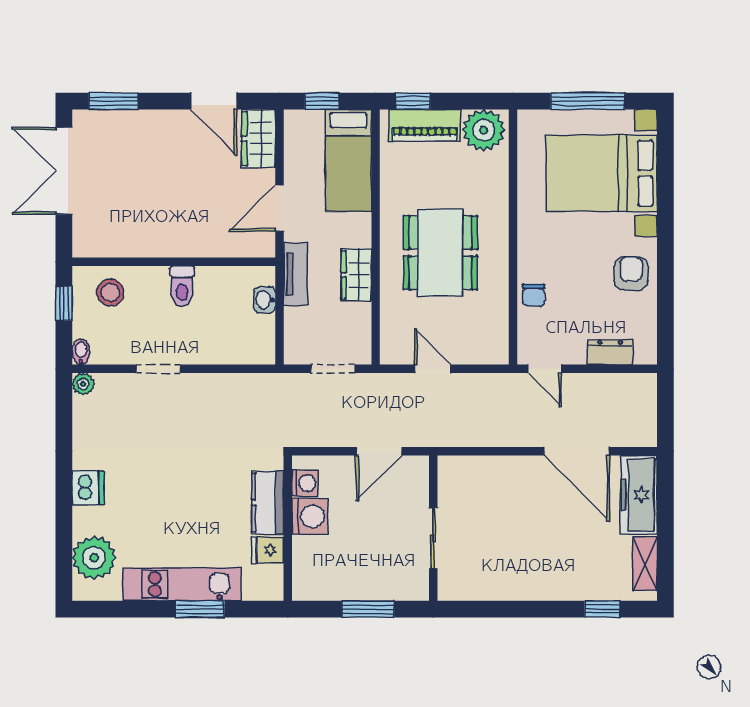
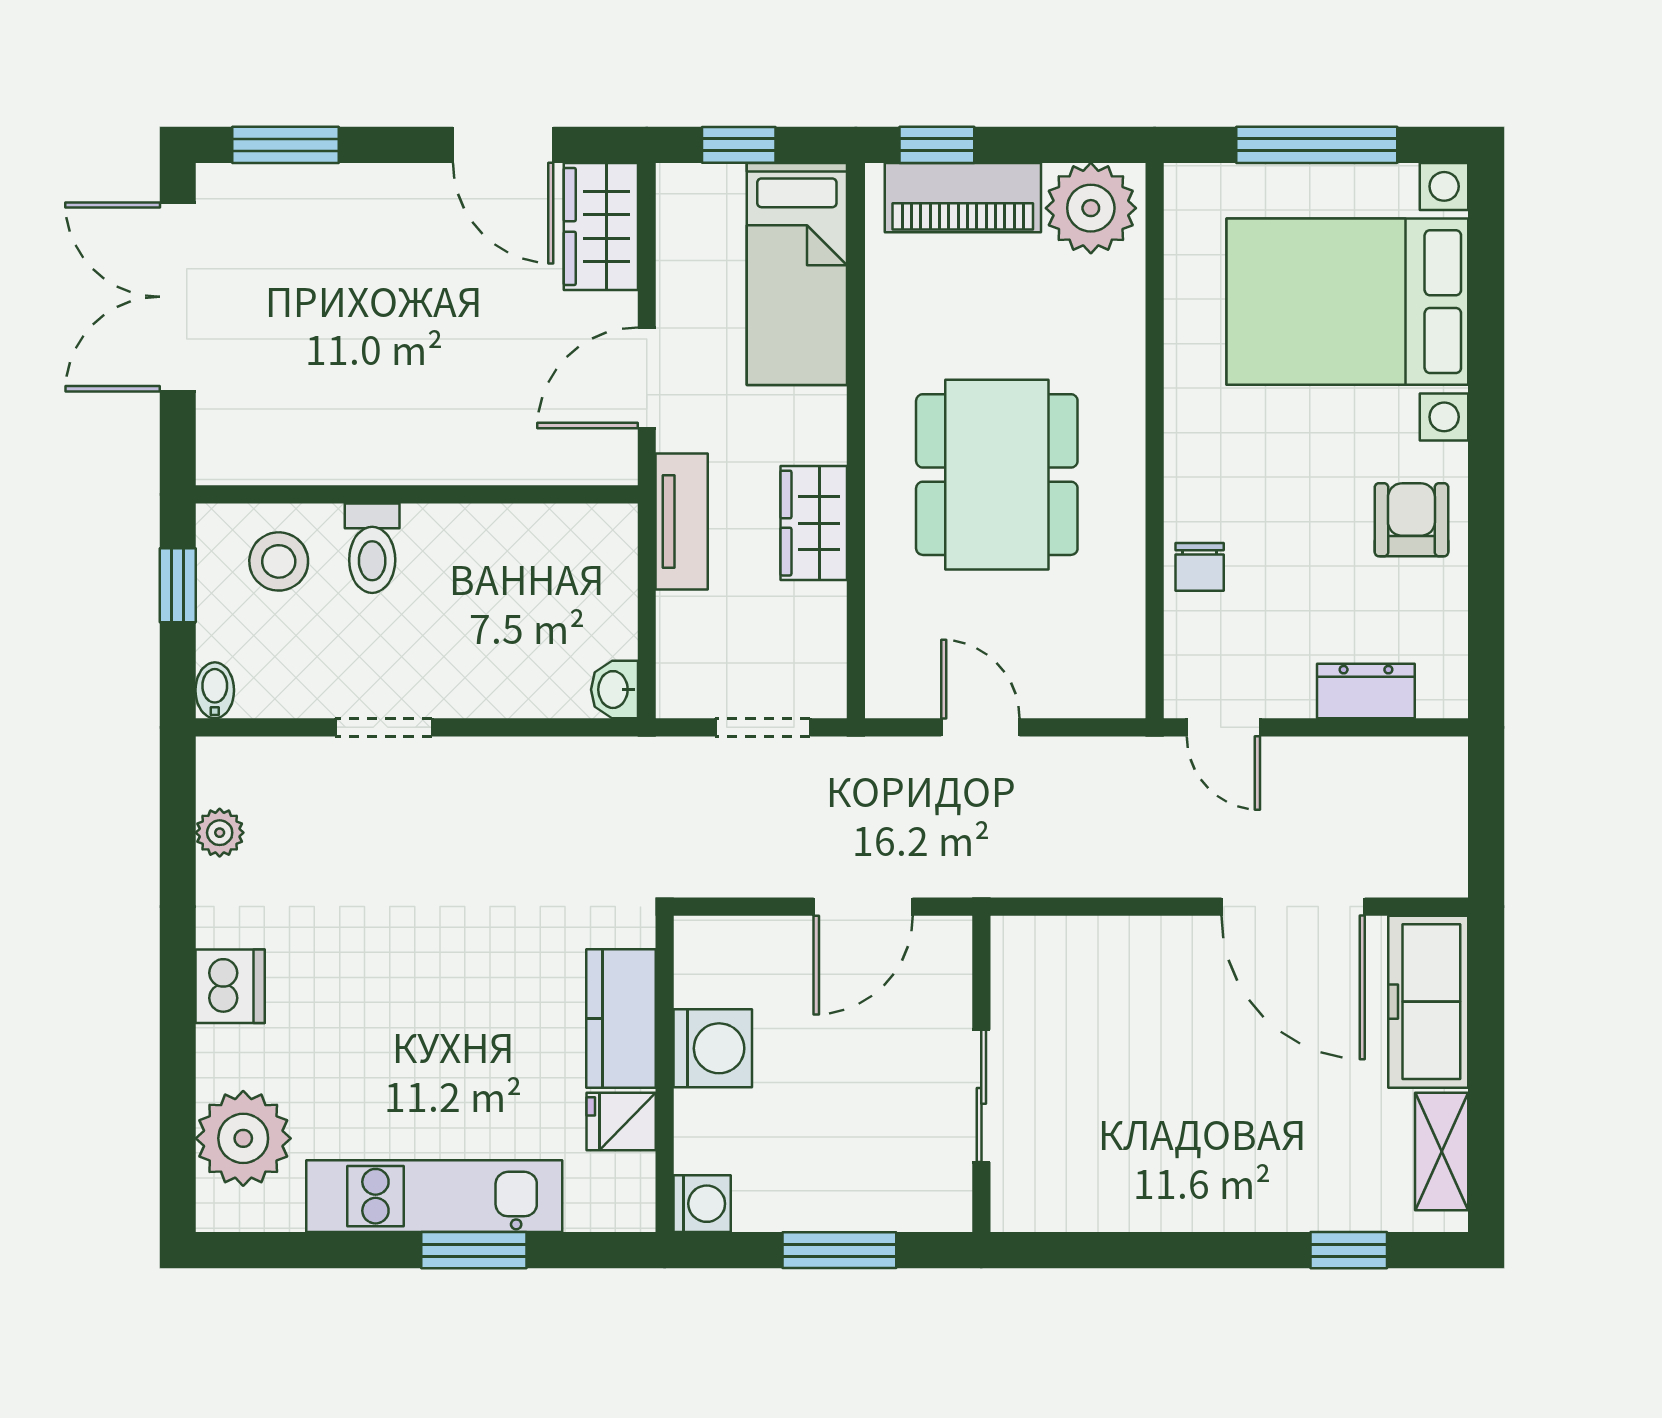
toilet: (182, 286) -> (372, 548), moved
washbasin: (265, 300) -> (614, 690), moved
plant: (83, 384) -> (220, 833), moved
washing machine: (305, 483) -> (702, 1204), moved

